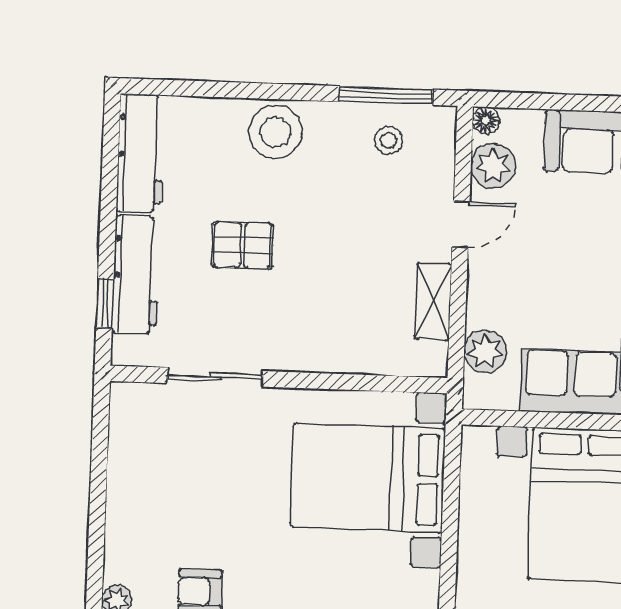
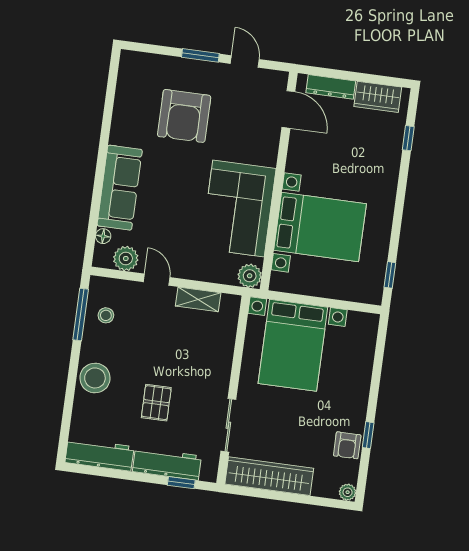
floor lamp: (486, 120) -> (103, 236), moved
plant: (485, 351) -> (250, 276), moved
wardrobe: (132, 458) -> (269, 476), added

